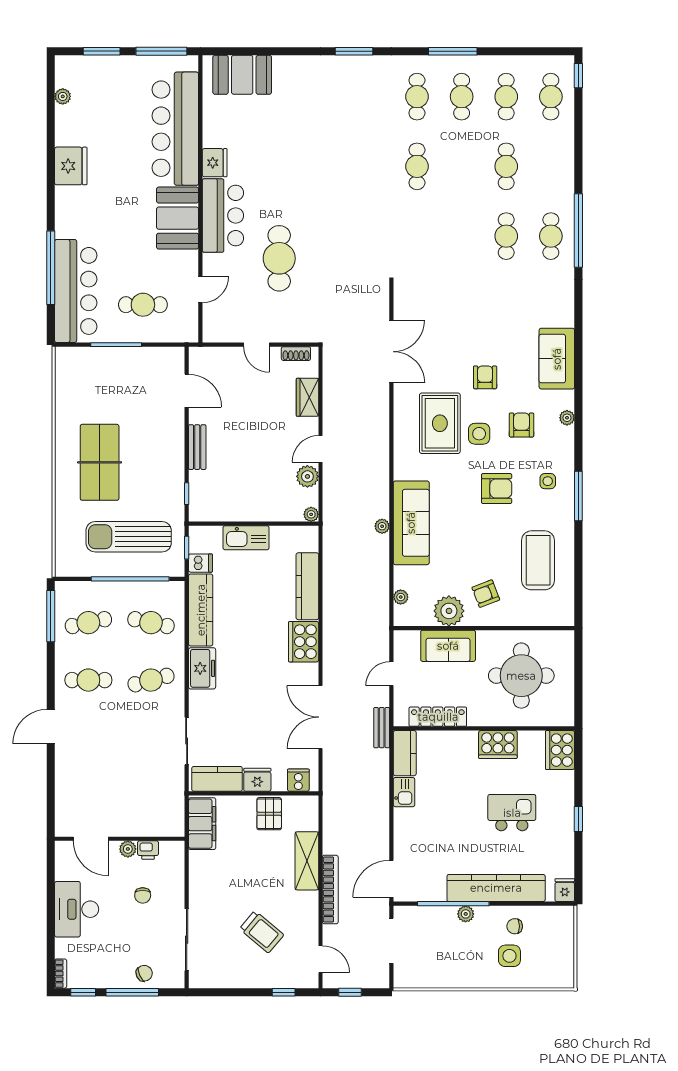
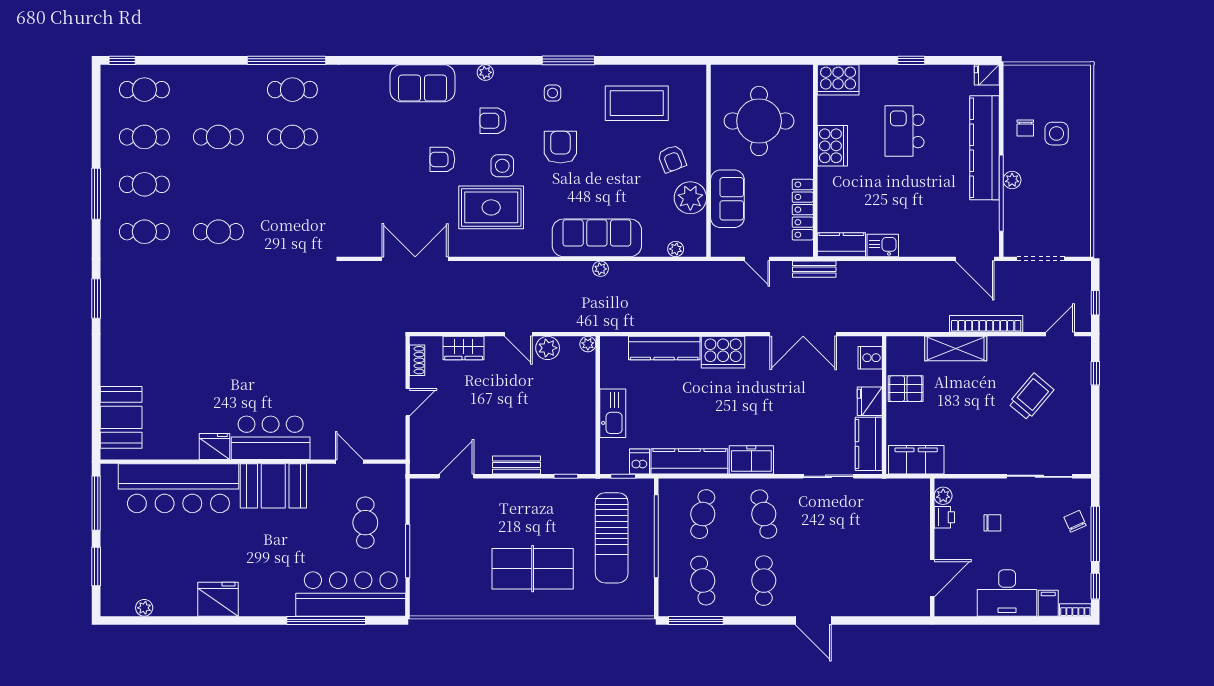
cafe table: (279, 258) -> (316, 378), removed
plant: (128, 849) -> (943, 496), moved
filing cabinet: (67, 948) -> (1048, 603), added

